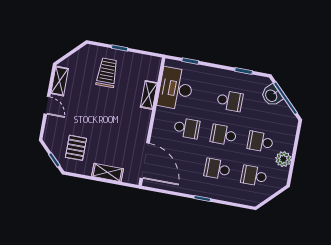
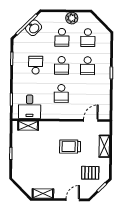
trolley: (107, 73) -> (70, 147), moved
desk: (176, 89) -> (30, 107), width x0.73
shelving: (149, 95) -> (28, 126), moved
washbasin: (272, 95) -> (34, 28), moved
door: (47, 105) -> (73, 200), moved
school desk: (187, 128) -> (61, 93), turned 180
door: (145, 161) -> (91, 120), width x0.53

